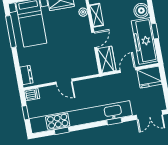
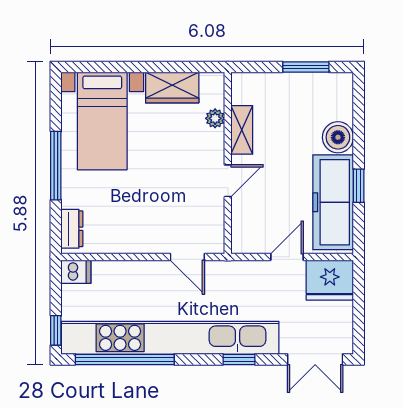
window: (11, 32) -> (56, 166), moved
wardrobe: (107, 60) -> (246, 227), removed
door: (64, 82) -> (187, 257), moved
window: (26, 113) -> (56, 330), moved
window: (62, 131) -> (125, 359), width x3.17

